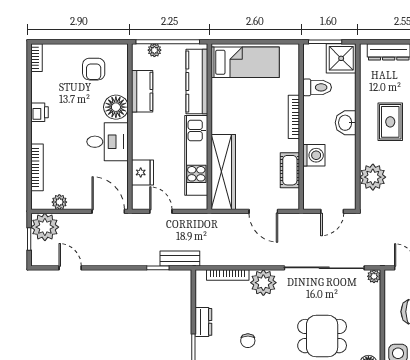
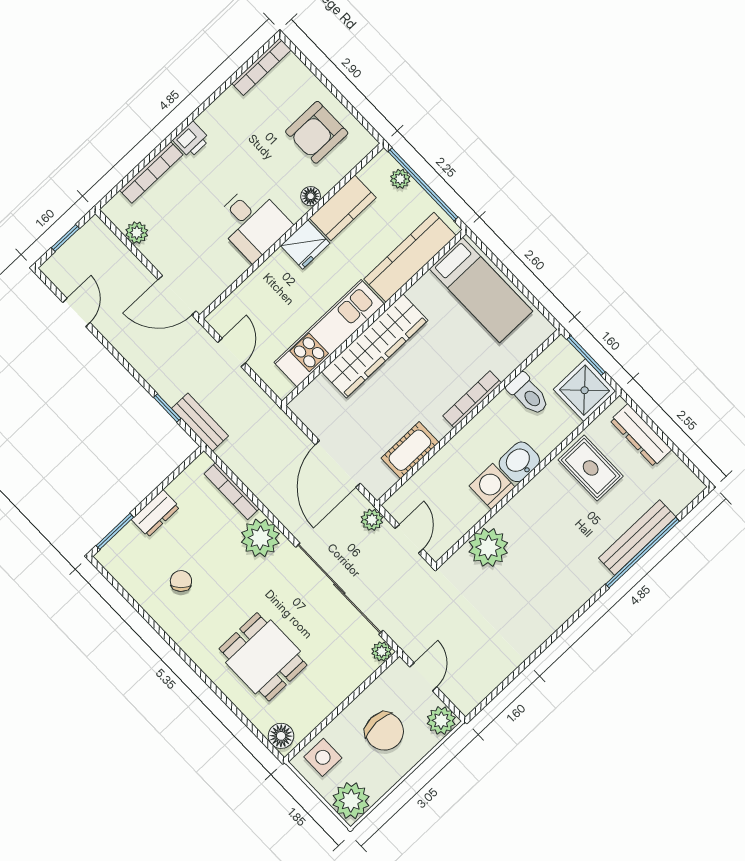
bookcase: (37, 58) -> (261, 67), width x1.56
armchair: (94, 69) -> (317, 132), width x1.38, depth x1.38
floor lamp: (116, 107) -> (311, 196), width x0.53, depth x0.53
printer: (40, 112) -> (191, 140), moved
rug: (390, 122) -> (591, 468), moved, turned 90
washing machine: (314, 155) -> (492, 486), moved, turned 180
fridge: (142, 172) -> (305, 244), moved
wardrobe: (223, 172) -> (375, 346), moved
door: (108, 211) -> (177, 295), swing flipped
door: (263, 211) -> (338, 464), width x1.36
door: (332, 211) -> (409, 539), swing flipped
plant: (45, 227) -> (372, 520), moved, width x0.53, depth x0.53
chair: (248, 341) -> (181, 581), turned 135

